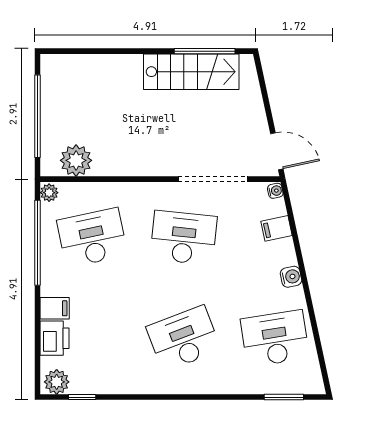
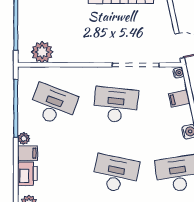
plant: (49, 193) -> (24, 138), moved
desk: (92, 238) -> (53, 105), turned 33
desk: (184, 338) -> (116, 174), turned 33

